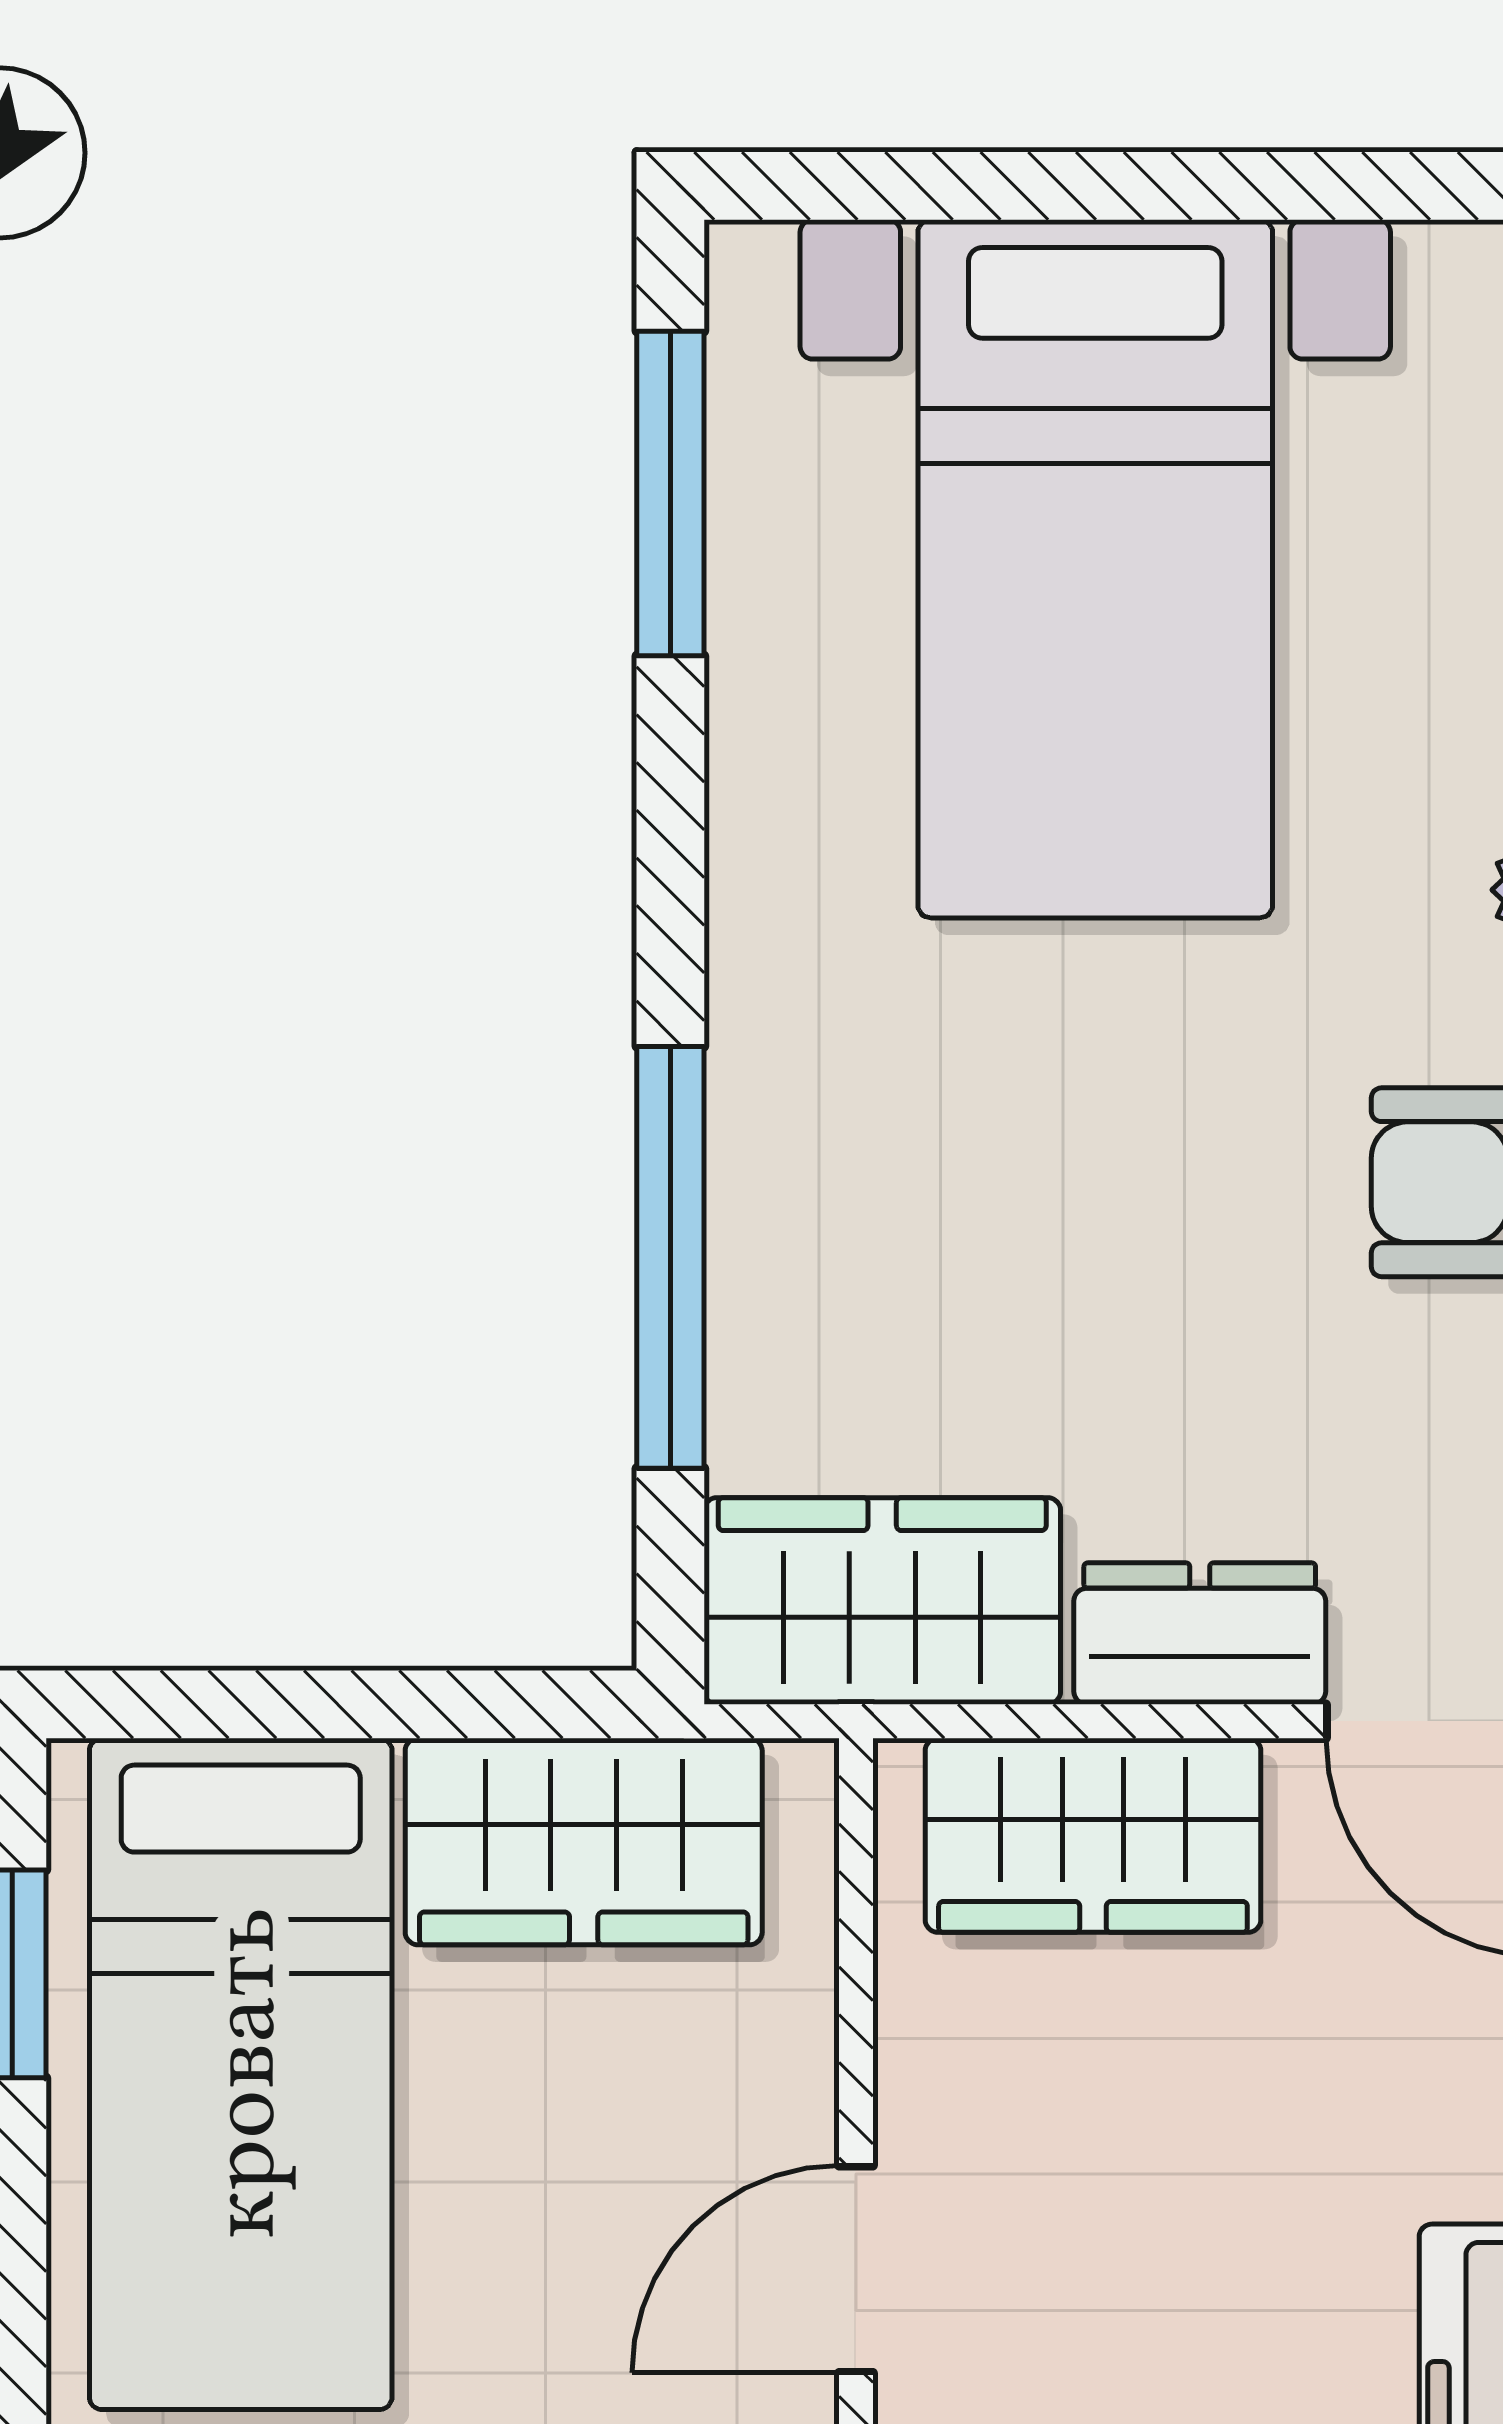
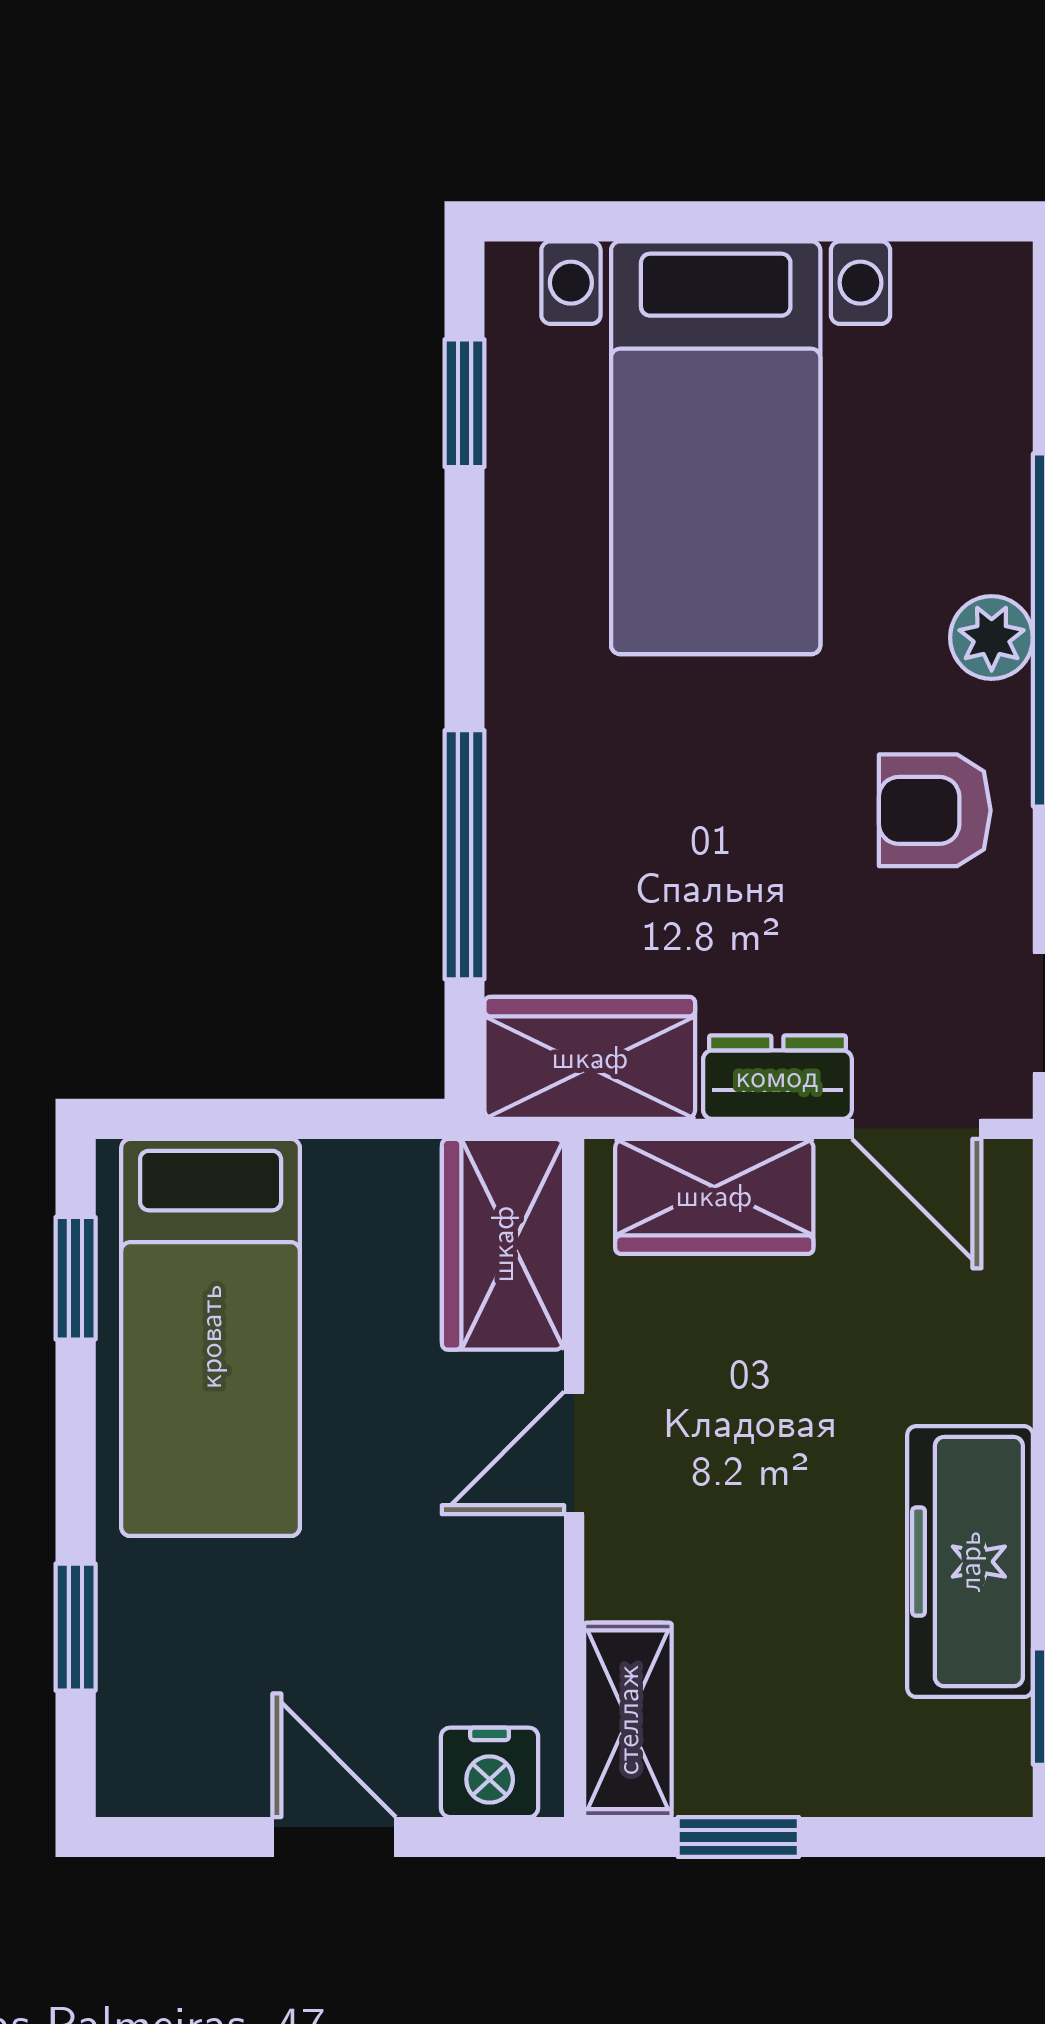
window: (670, 493) -> (465, 403), width x0.67
wardrobe: (584, 1841) -> (503, 1244), moved, turned 90

